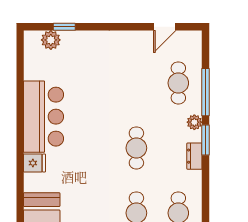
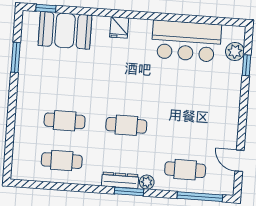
window: (205, 92) -> (200, 197), moved
bar counter: (44, 117) -> (186, 41), moved
dresser: (194, 156) -> (120, 180), width x1.44

